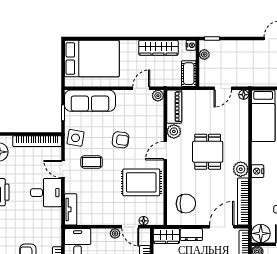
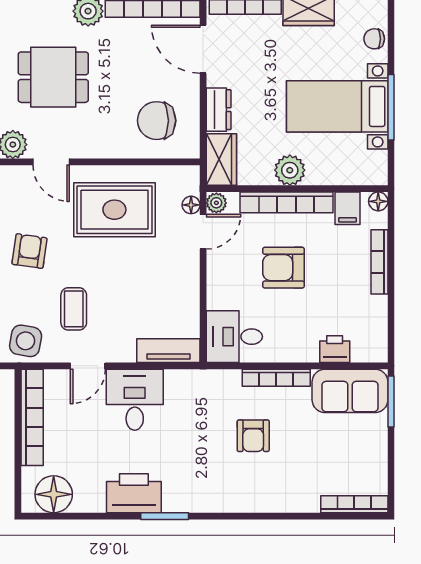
rug: (141, 182) -> (114, 210), turned 90
chair: (186, 204) -> (157, 121), turned -90
plant: (115, 233) -> (216, 203), moved

